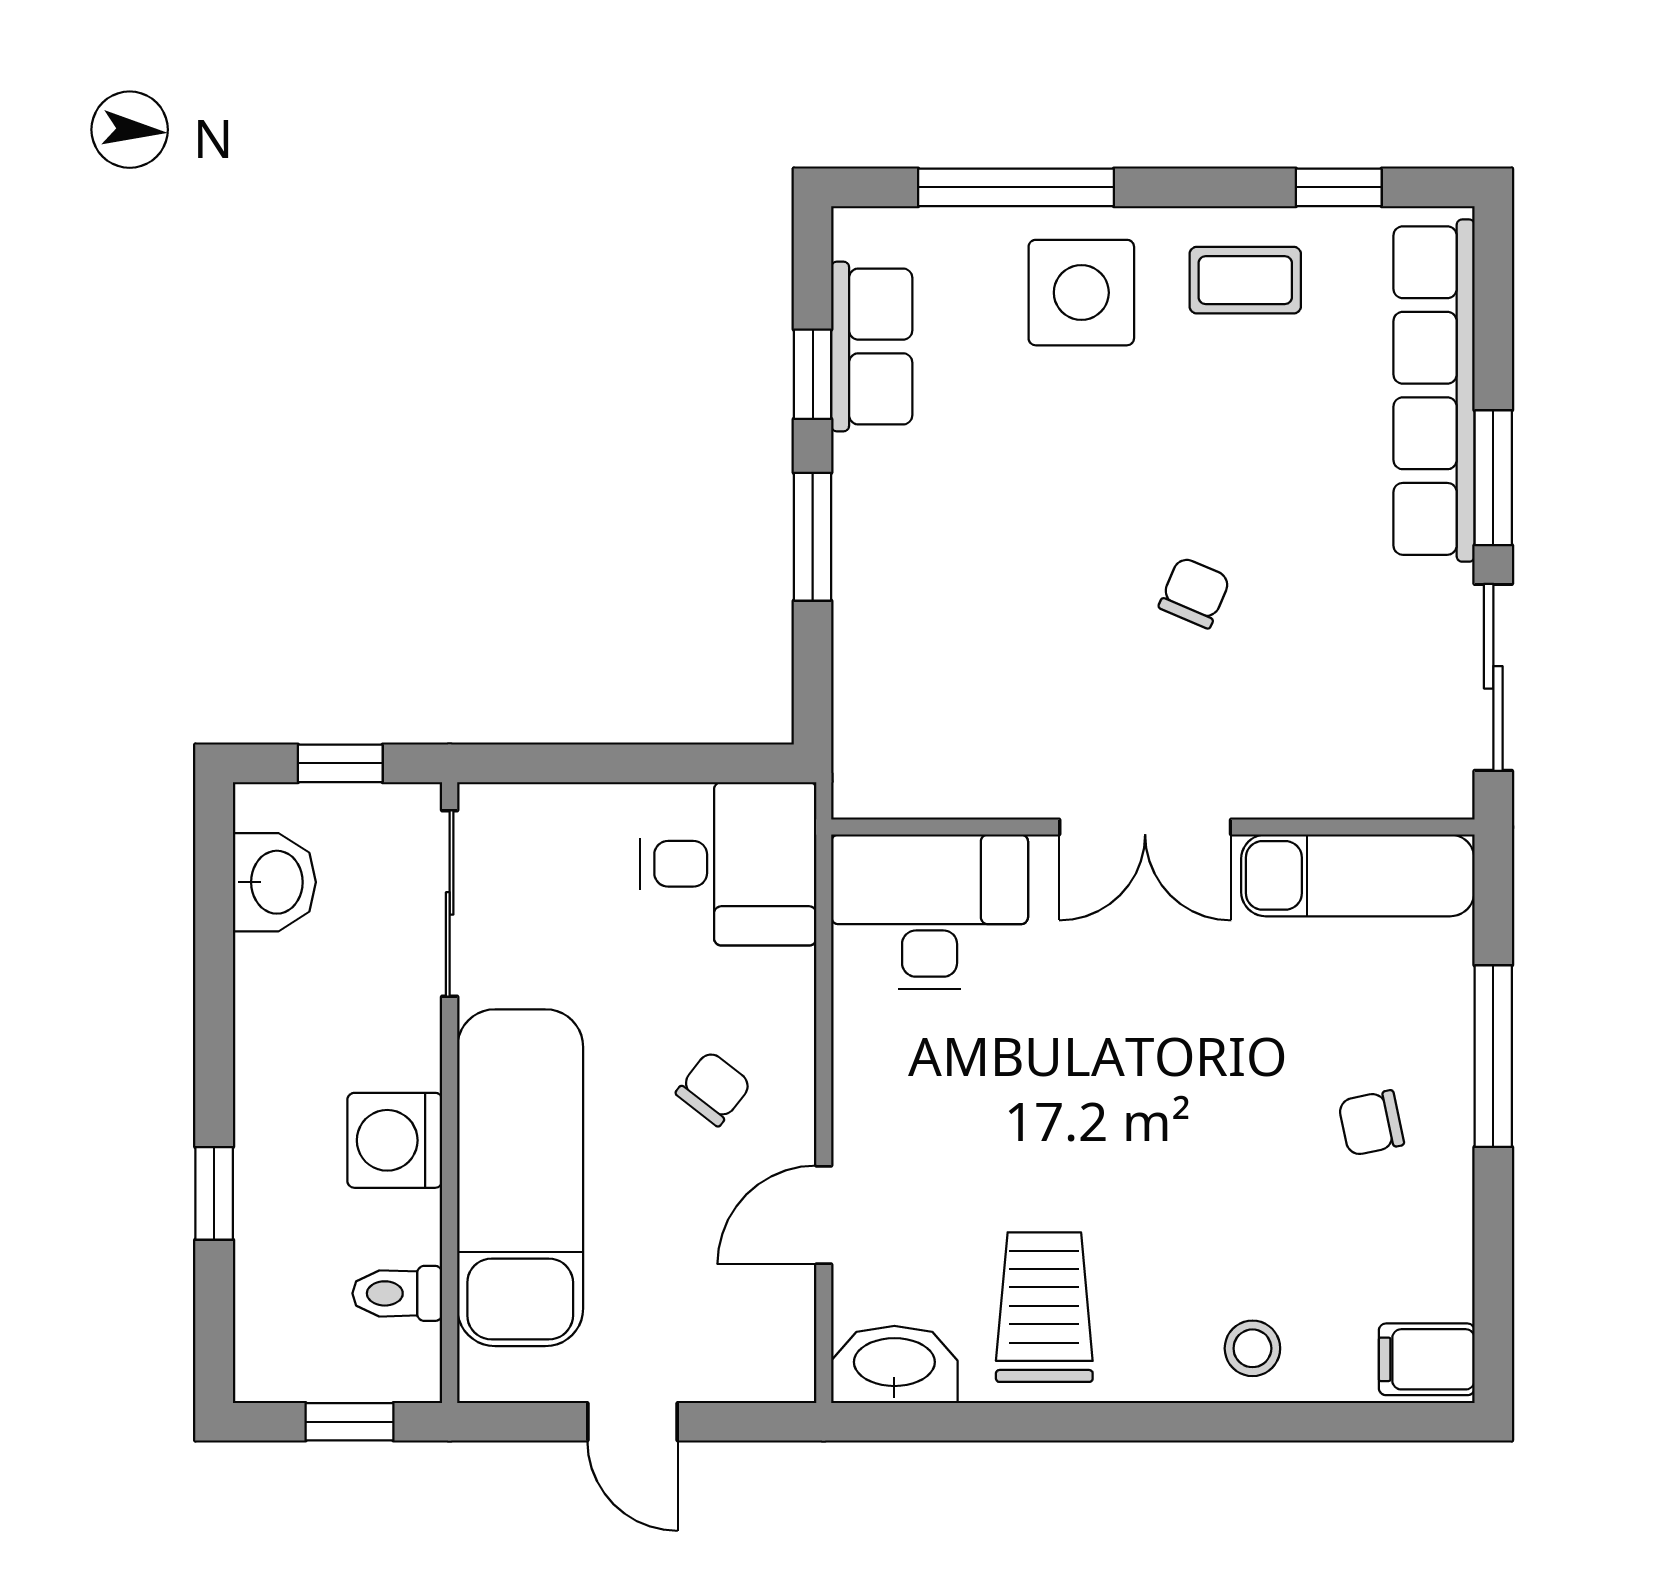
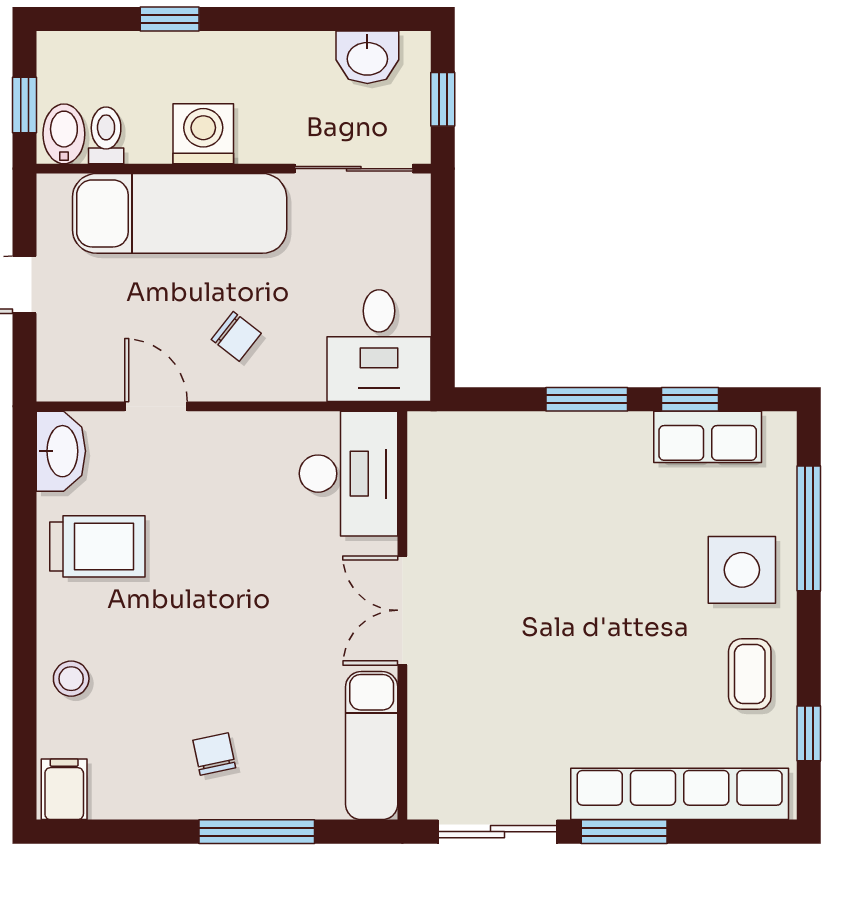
chair: (1194, 593) -> (551, 642), removed
bidet: (395, 1360) -> (64, 134), added

